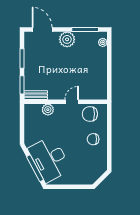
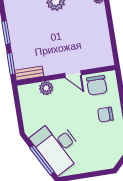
door: (72, 102) -> (73, 74), swing flipped
chair: (90, 114) -> (97, 85), turned -90

